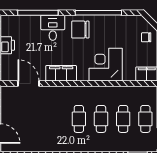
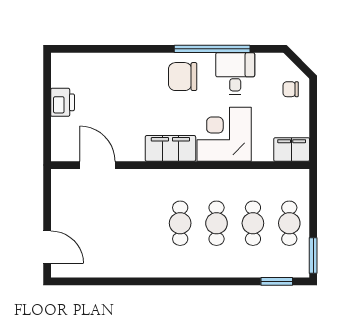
window: (38, 13) -> (113, 49), removed
desk: (53, 28) -> (235, 74), moved
filing cabinet: (61, 73) -> (170, 148), moved

